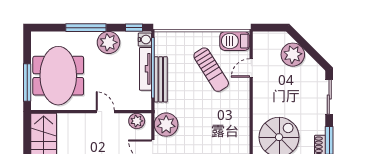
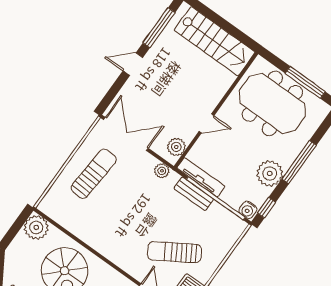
tv unit: (146, 69) -> (201, 177), moved
bench: (161, 79) -> (194, 194), width x0.73
window: (27, 82) -> (305, 82), moved
plant: (166, 125) -> (162, 171), width x0.53, depth x0.53

